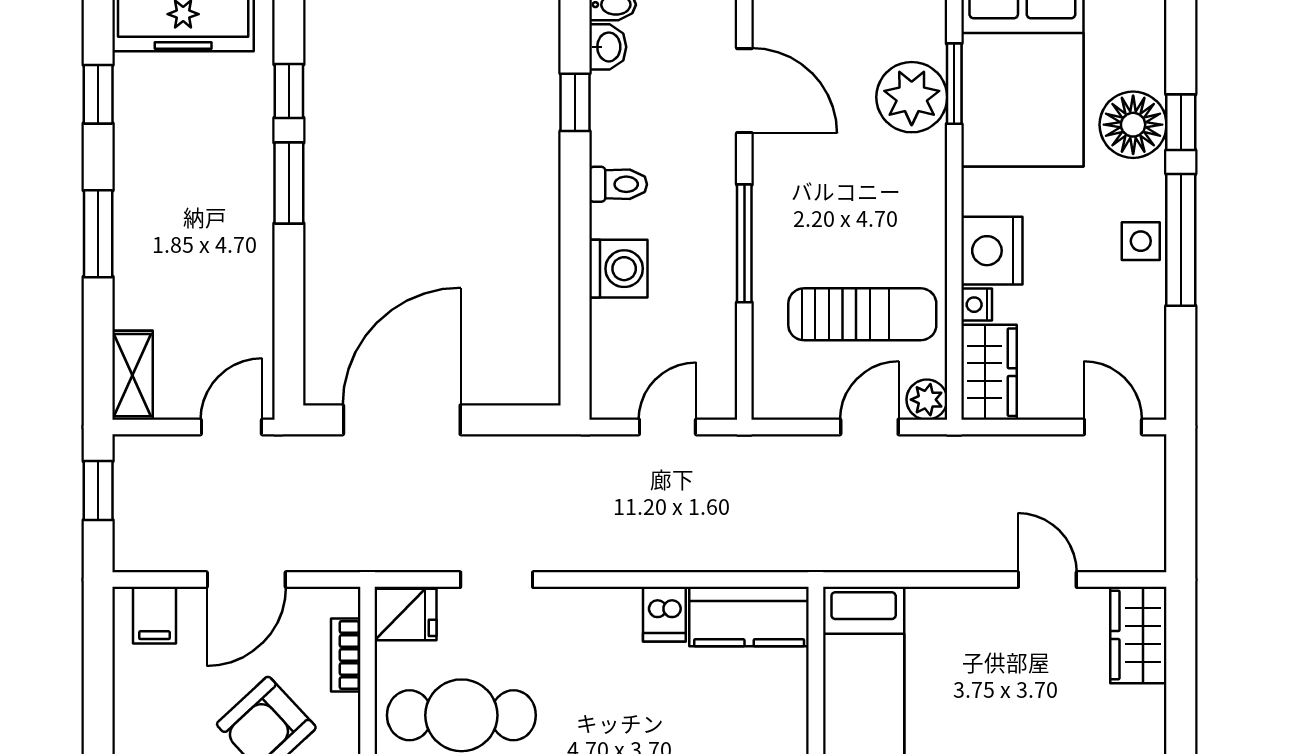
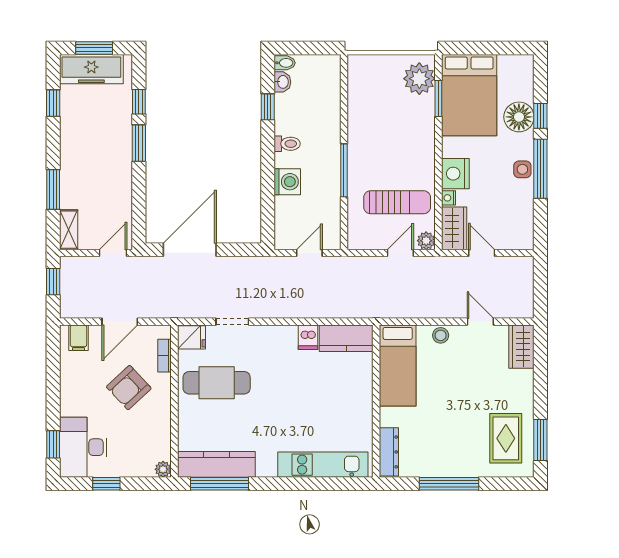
door: (744, 91) -> (344, 102), removed
plant: (912, 97) -> (419, 79), moved
window: (98, 234) -> (53, 189), moved
door: (1113, 427) -> (482, 253), moved
stool: (959, 610) -> (441, 335), added

